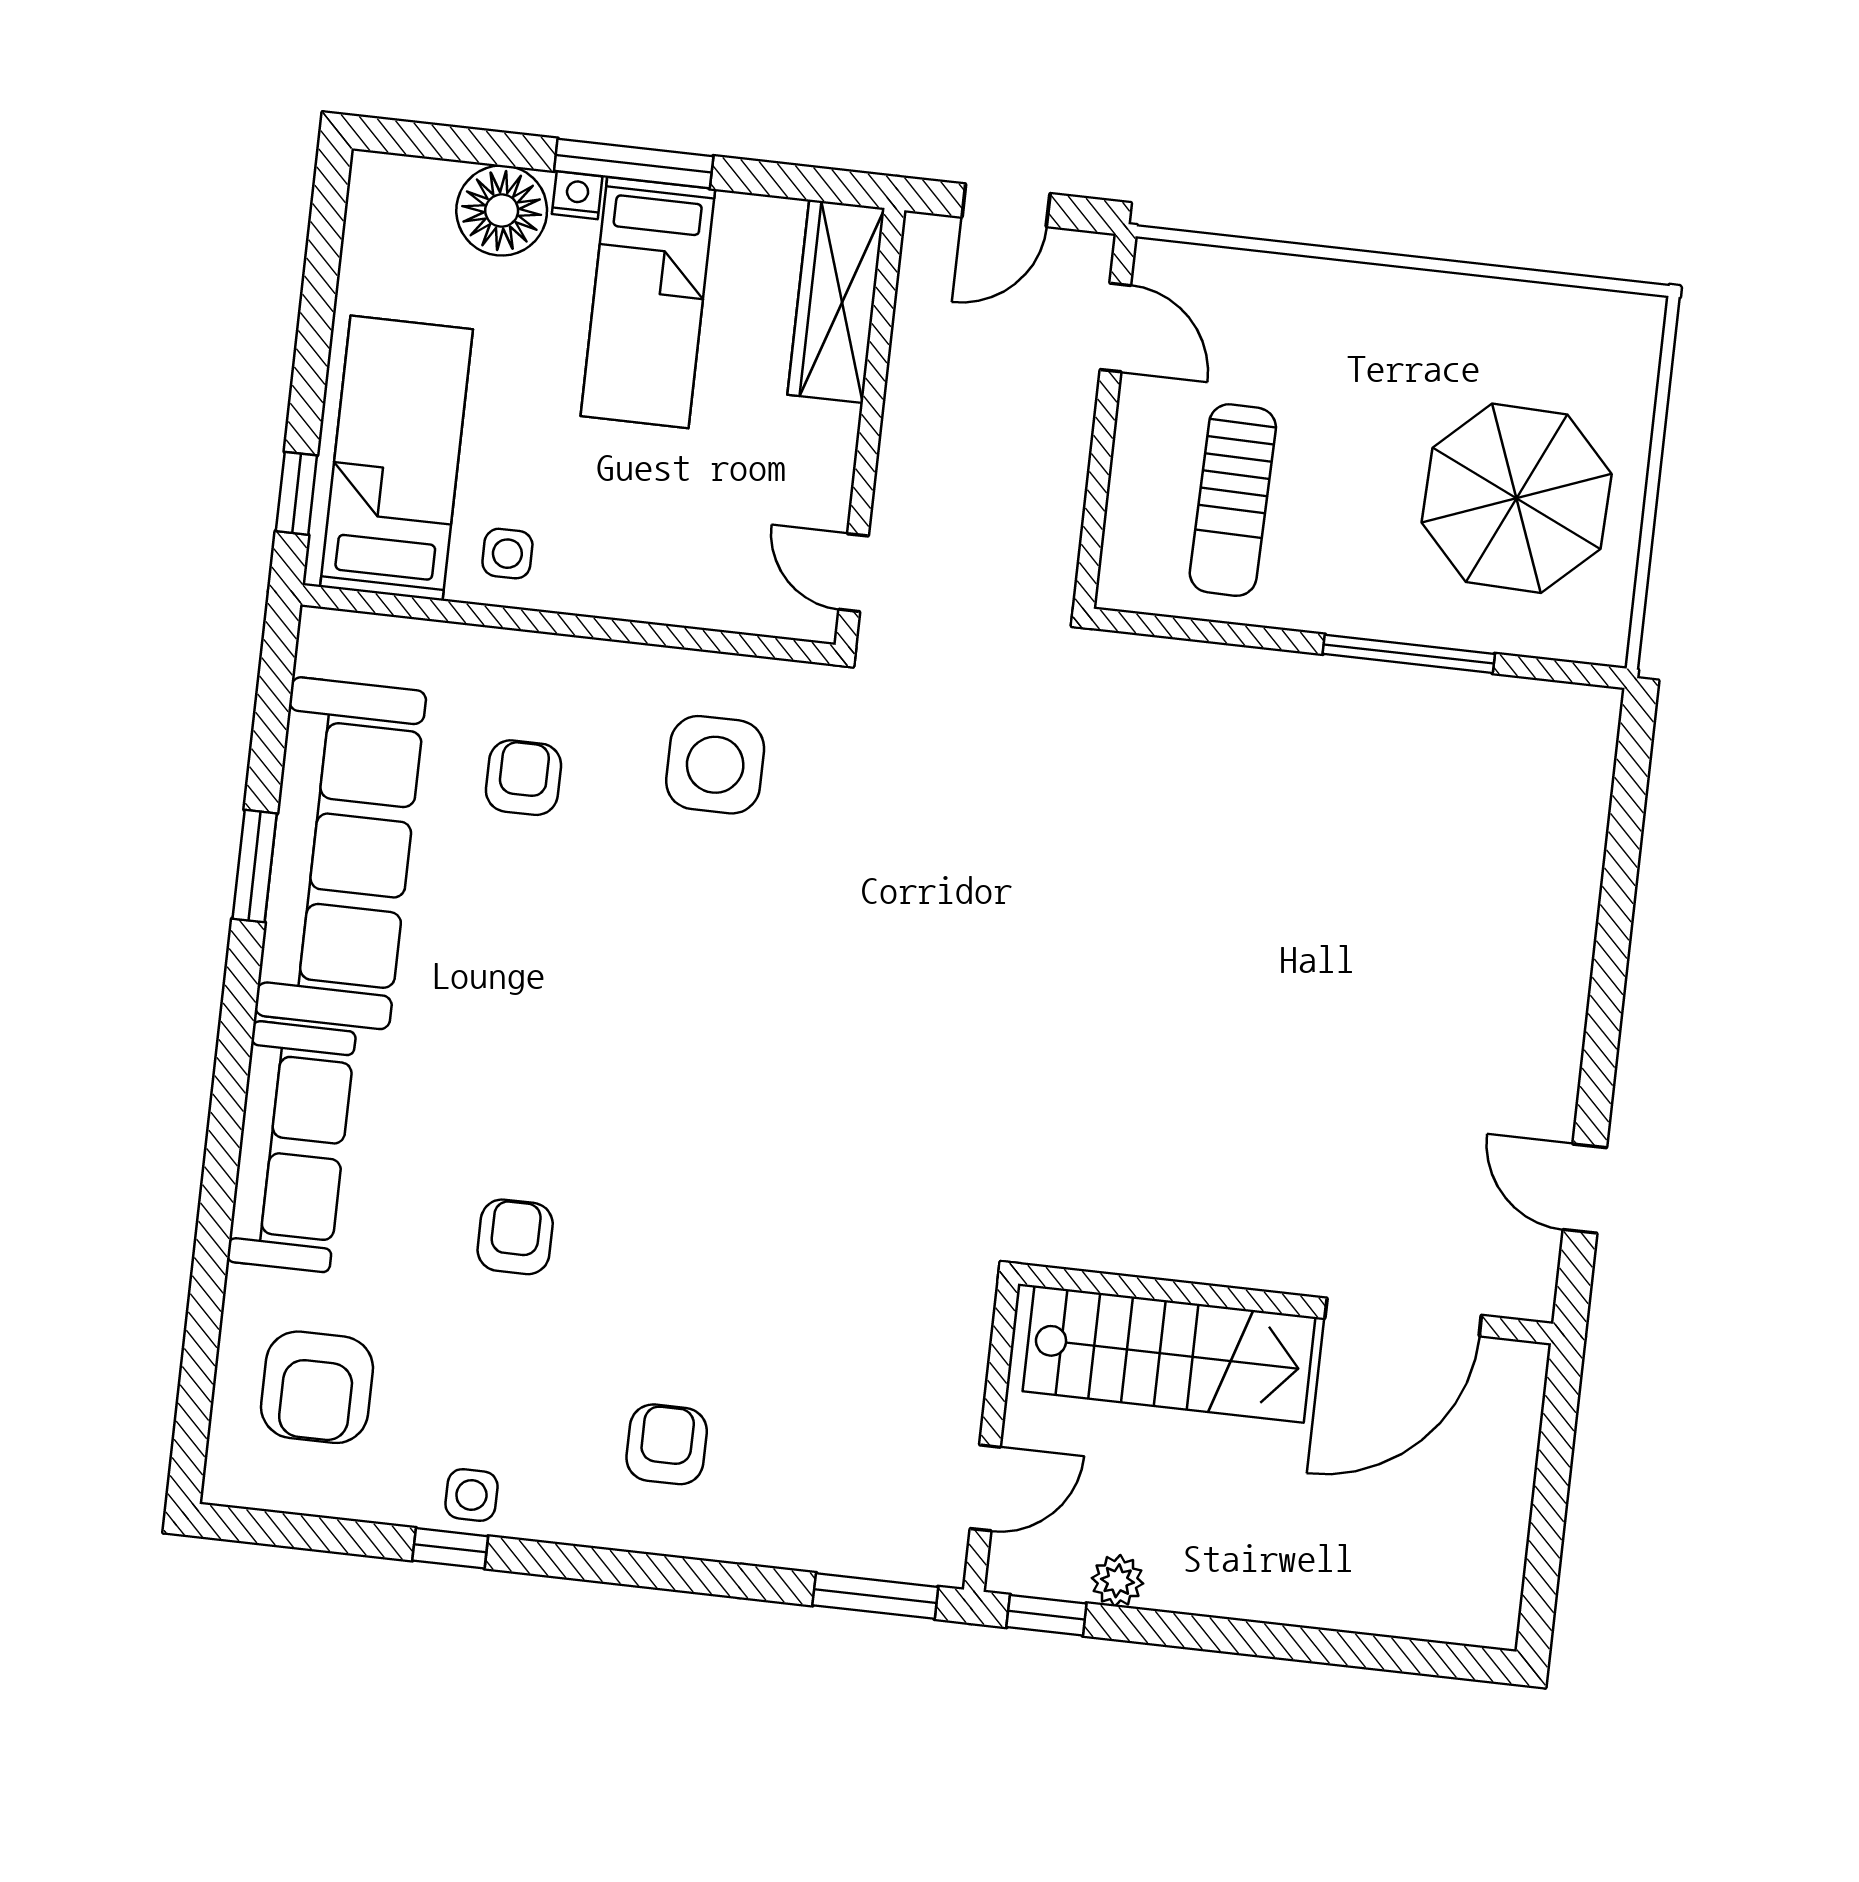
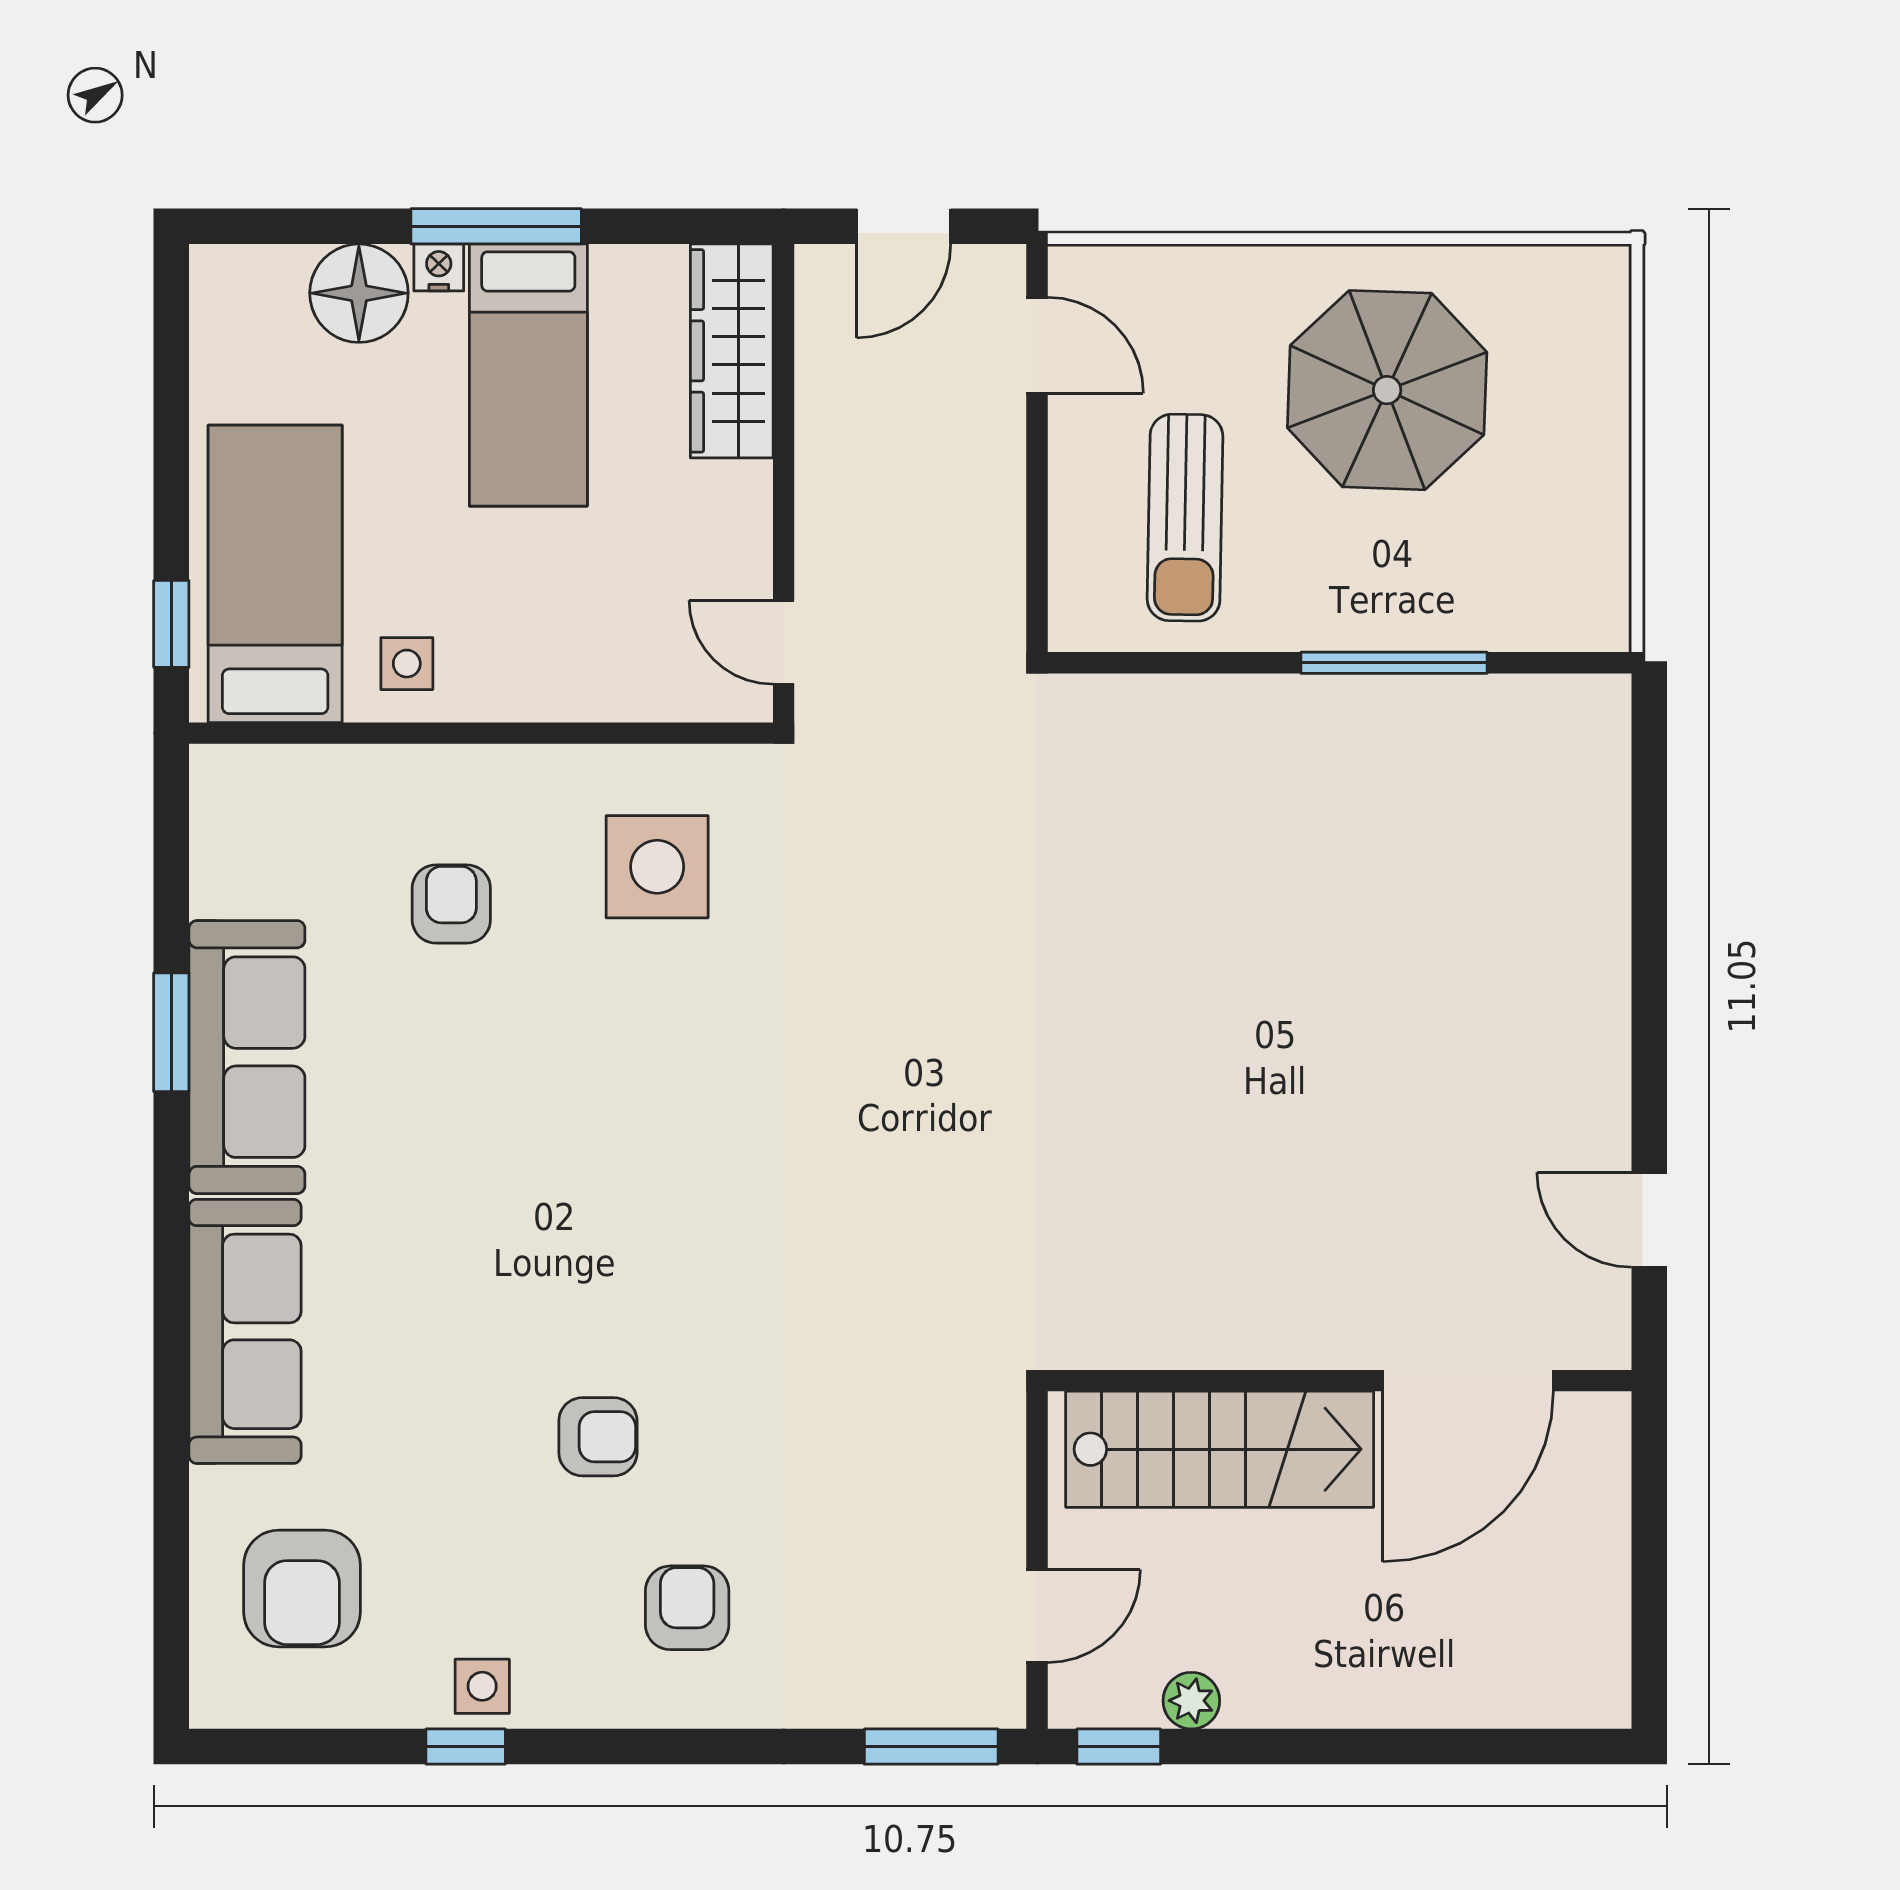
parasol: (1517, 498) -> (1387, 390), moved
sofa: (341, 853) -> (247, 1057), width x0.74, depth x0.79
armchair: (515, 1237) -> (598, 1437), moved, turned 90

